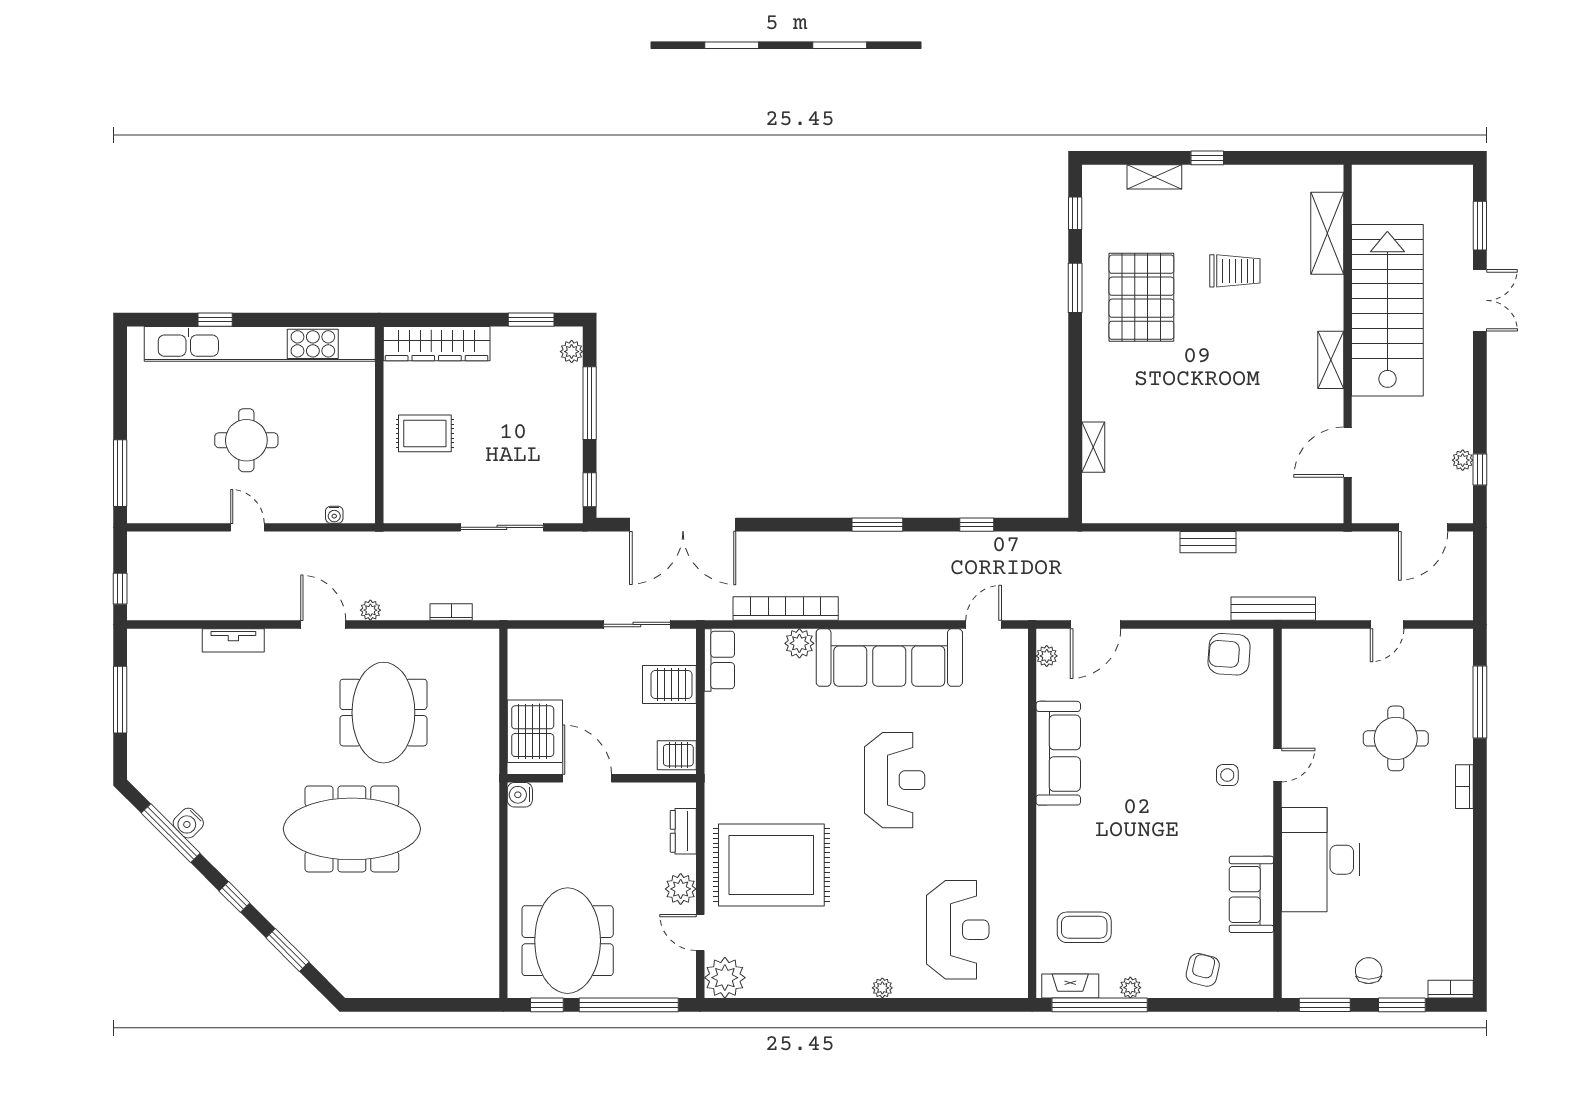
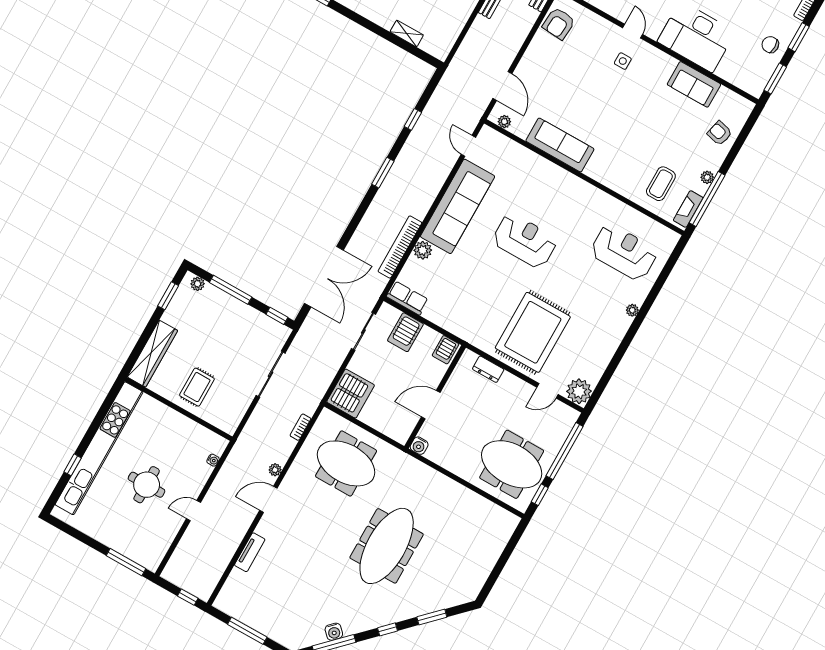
meeting table: (383, 713) -> (346, 463), moved
server rack: (535, 731) -> (351, 394), moved, turned 90
plant: (681, 889) -> (518, 388), removed

